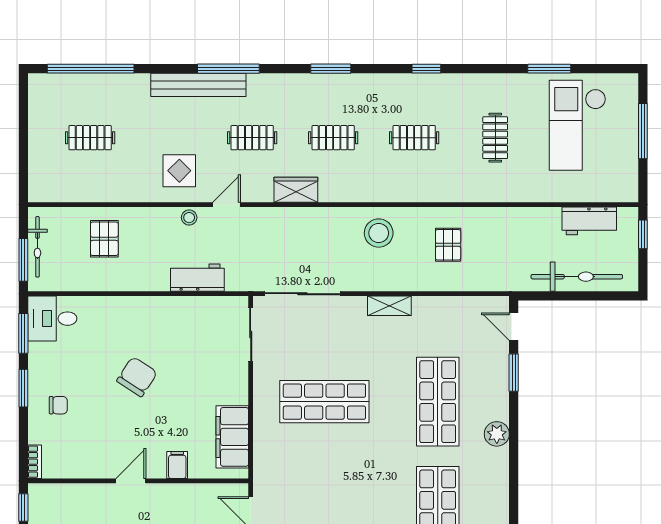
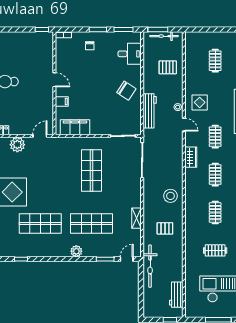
bicycle: (577, 277) -> (150, 266), moved
workbench: (197, 278) -> (150, 111), width x1.37
shelving: (389, 306) -> (136, 218), moved
desk: (52, 319) -> (130, 54), moved, turned 90
chair: (137, 377) -> (126, 91), moved

